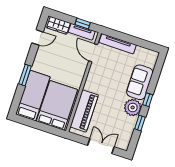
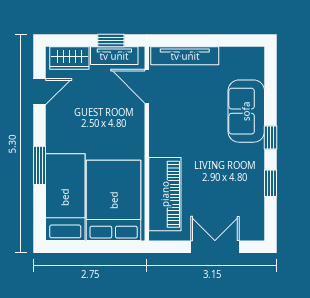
plant: (133, 107) -> (249, 160), removed

